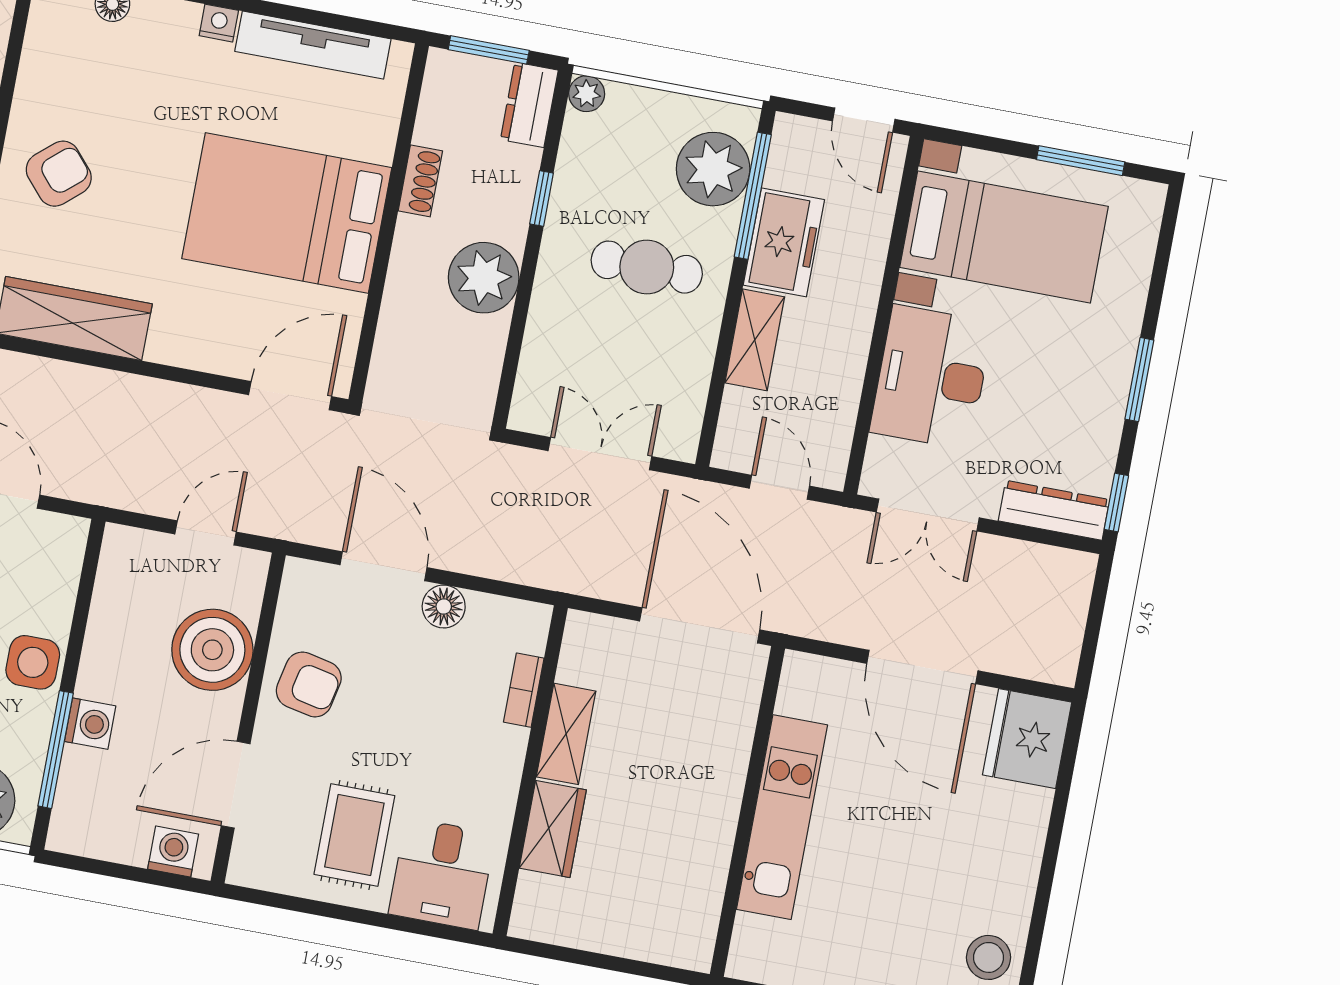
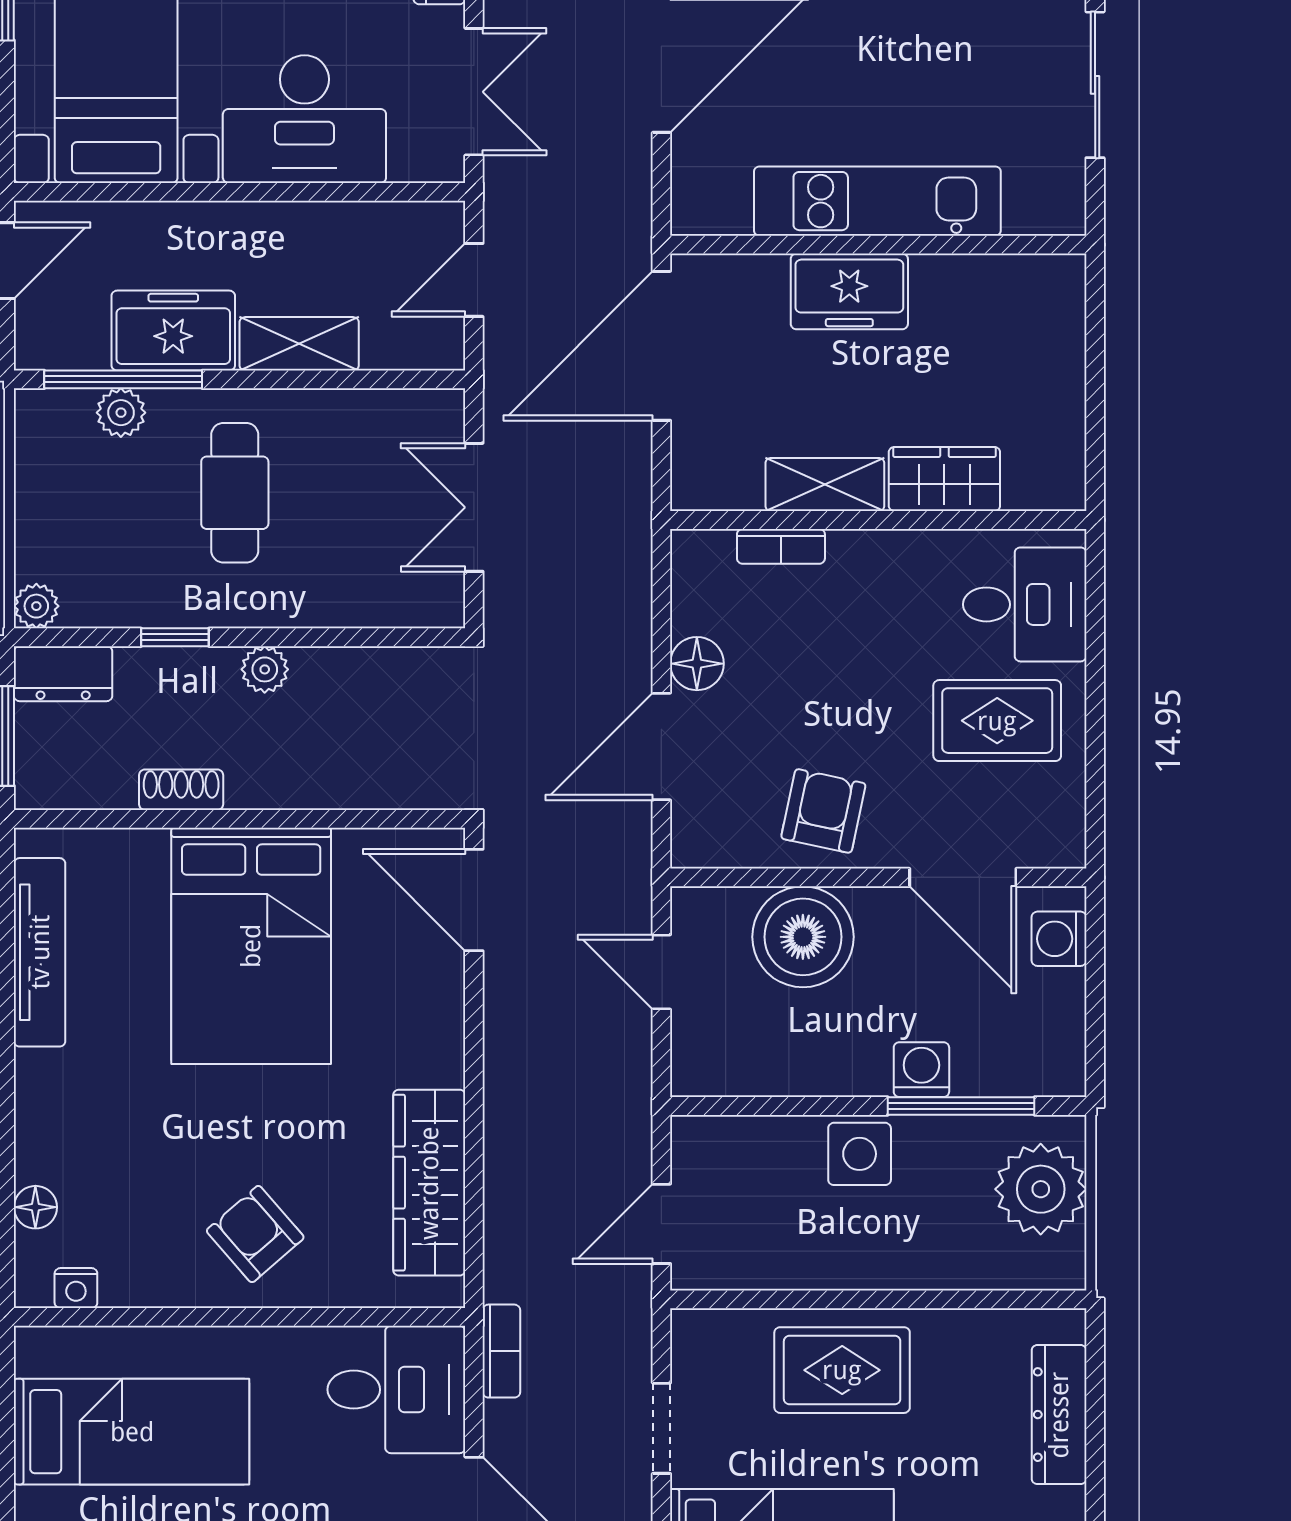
nightstand: (219, 23) -> (76, 1288), moved, turned -90
plant: (713, 169) -> (121, 413), width x0.53, depth x0.53
plant: (484, 278) -> (265, 669), width x0.53, depth x0.53
freezer: (715, 782) -> (849, 291), added

